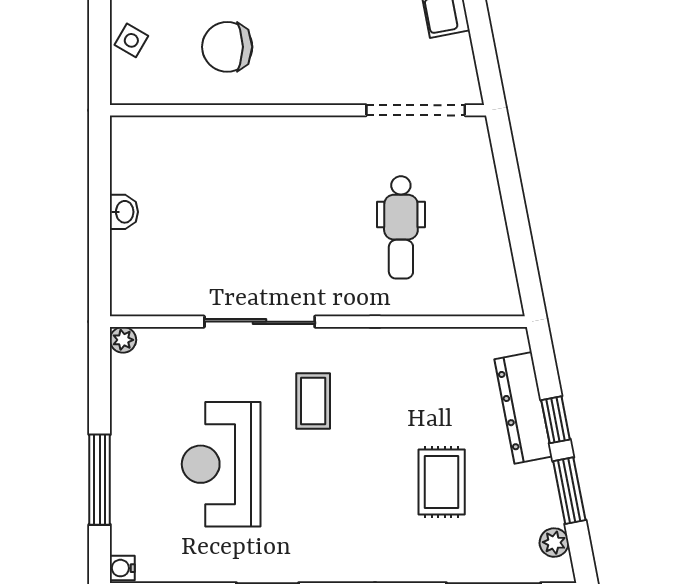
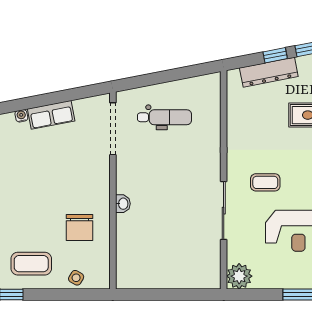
washbasin: (124, 212) -> (123, 204), moved, turned 90
dental chair: (401, 227) -> (164, 117), moved
plant: (123, 340) -> (239, 276), width x1.87, depth x1.87

